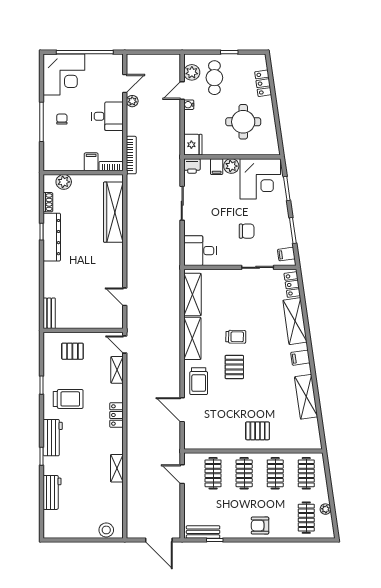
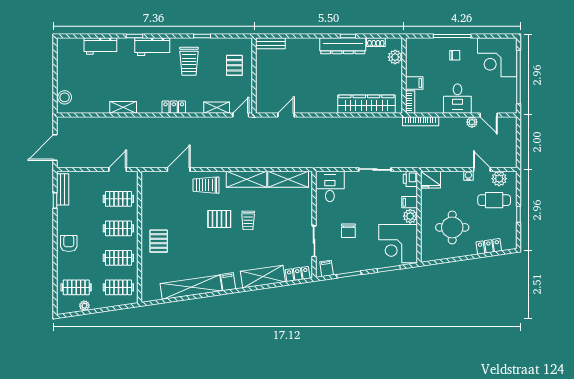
shelving: (306, 397) -> (191, 287), width x1.47

